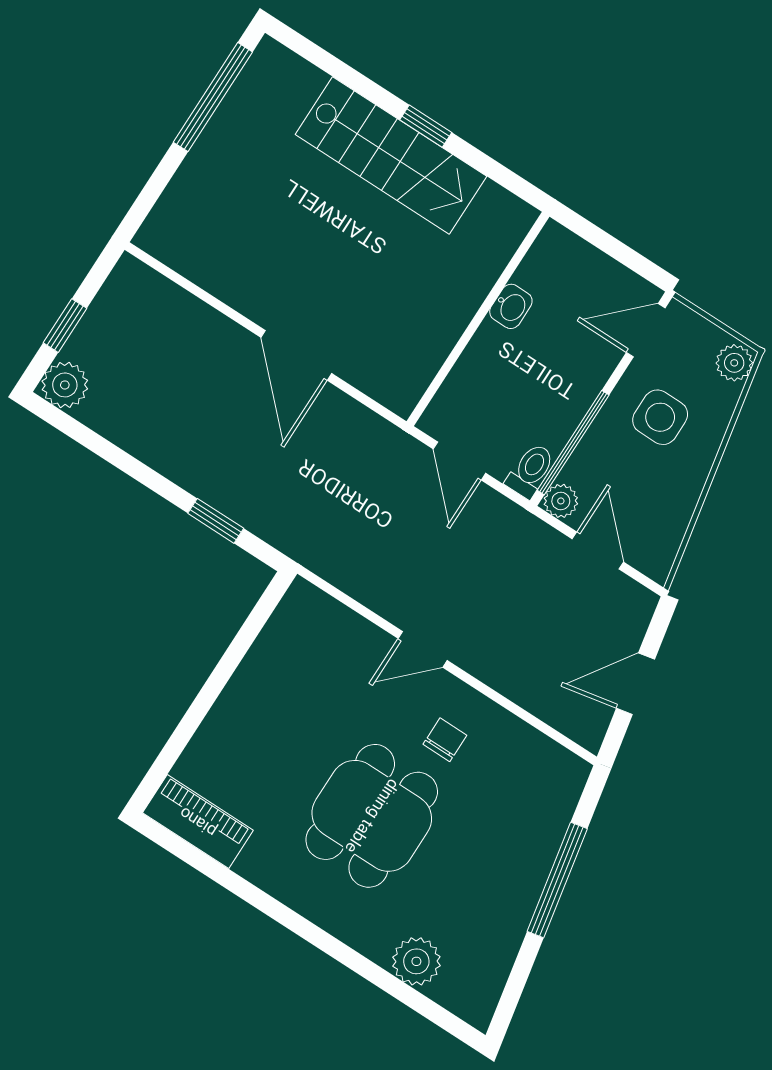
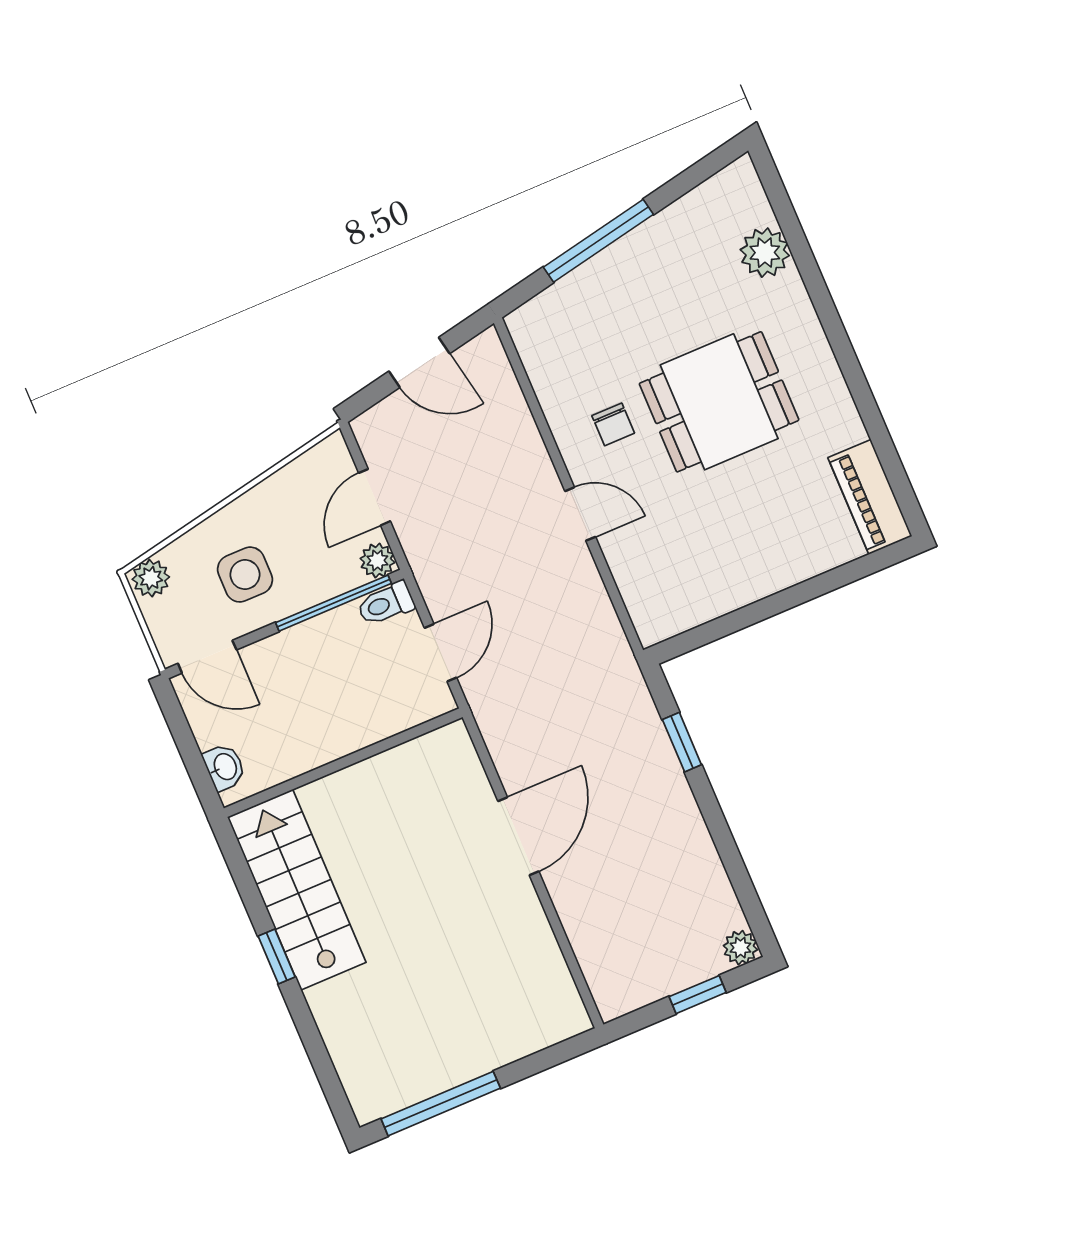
stairs: (391, 155) -> (297, 890), moved
washbasin: (511, 306) -> (224, 767), moved, turned 90
plant: (65, 385) -> (740, 948), width x0.73, depth x0.73
chair: (445, 740) -> (613, 424), turned -90

